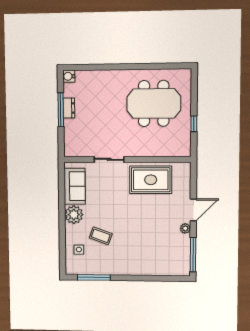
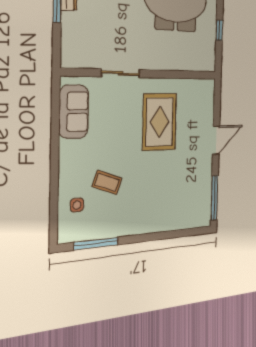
rug: (151, 180) -> (160, 122), moved, turned 90
plant: (74, 215) -> (71, 154), removed
plant: (185, 228) -> (207, 165), removed

